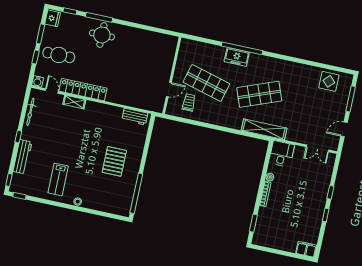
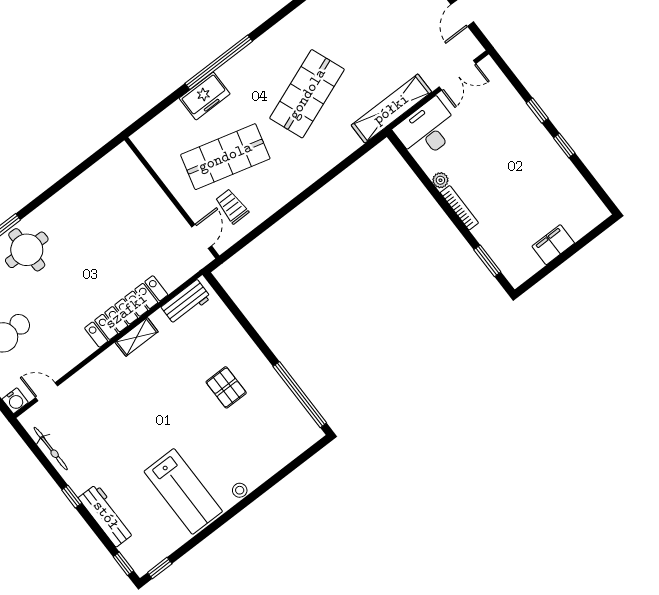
freezer: (237, 57) -> (205, 96), moved
locker: (83, 90) -> (126, 311), moved
door: (169, 90) -> (202, 236), moved
shelving: (74, 102) -> (137, 337), moved
shelving: (264, 129) -> (391, 109), moved
desk: (282, 154) -> (427, 130), width x1.37
pallet: (114, 161) -> (226, 387), width x0.67, depth x0.71
lab bench: (58, 179) -> (183, 491), width x1.36, depth x1.39
filing cabinet: (306, 249) -> (553, 245), moved

